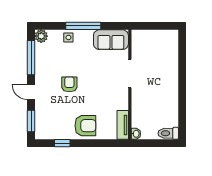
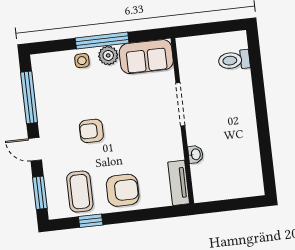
plant: (41, 36) -> (108, 55), moved
armchair: (69, 84) -> (91, 131), turned -90
coffee table: (57, 123) -> (80, 192), added
toilet: (168, 133) -> (234, 60), moved
washbasin: (136, 134) -> (195, 154), moved

